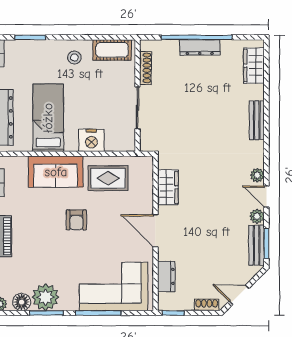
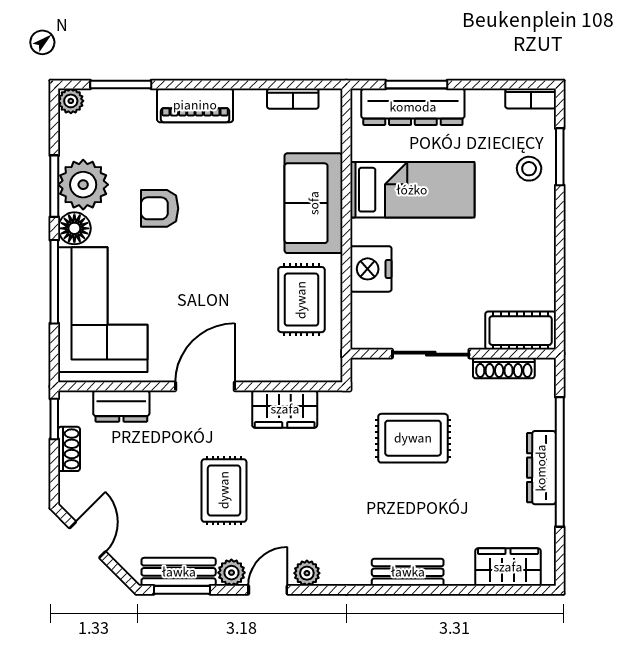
cot: (112, 50) -> (521, 331), moved, turned 90
stool: (74, 58) -> (529, 169), moved
rug: (184, 117) -> (413, 438), added
armchair: (76, 220) -> (160, 208), moved
rug: (212, 220) -> (224, 490), added
floor lamp: (22, 302) -> (74, 228), moved
shoe rack: (207, 305) -> (69, 449), moved

